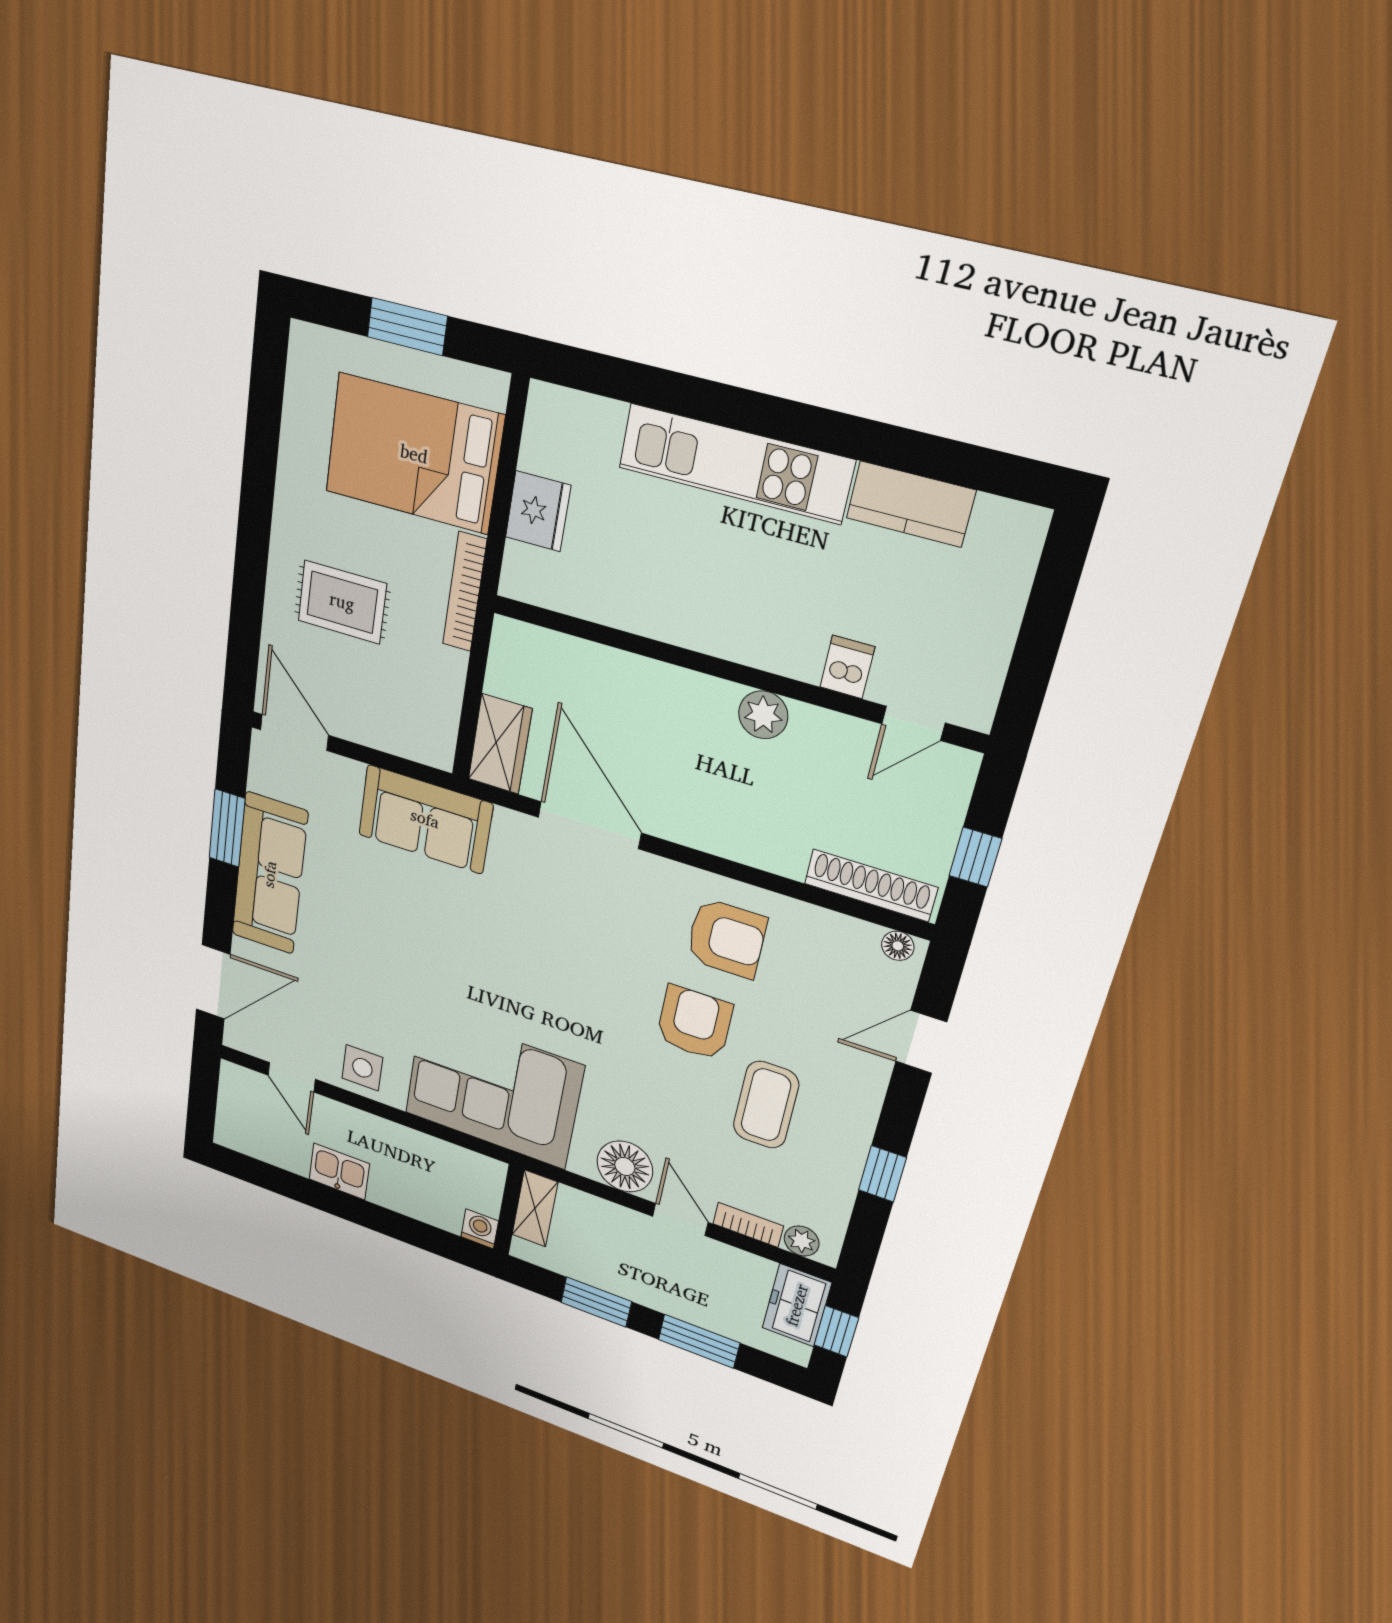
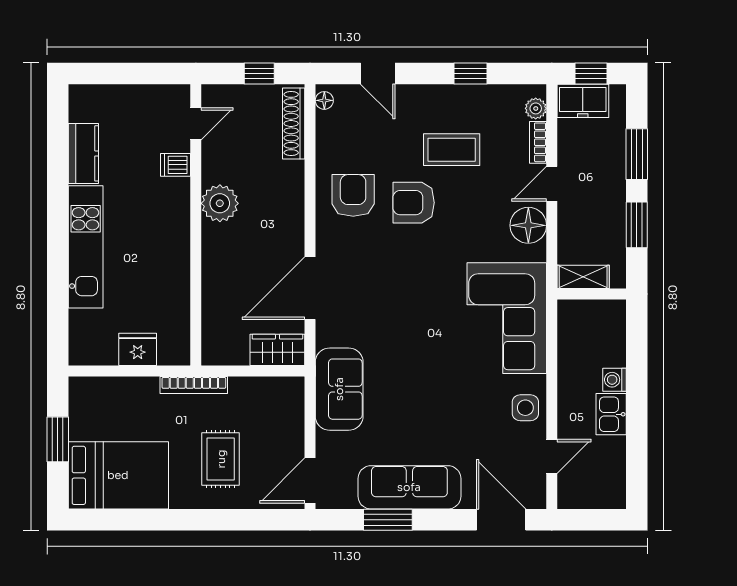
bed: (414, 454) -> (118, 475), moved, turned -90
plant: (763, 715) -> (220, 203), width x1.36, depth x1.36
door: (913, 723) -> (196, 124), hinge flipped
washing machine: (480, 1229) -> (614, 380), moved

